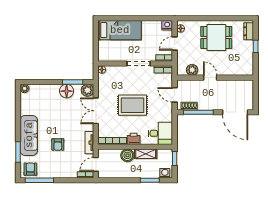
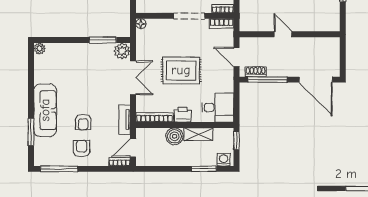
plant: (192, 70) -> (259, 24), removed
floor lamp: (67, 91) -> (95, 52), removed
double door: (96, 111) -> (133, 78), swing flipped
armchair: (30, 169) -> (81, 148), moved

